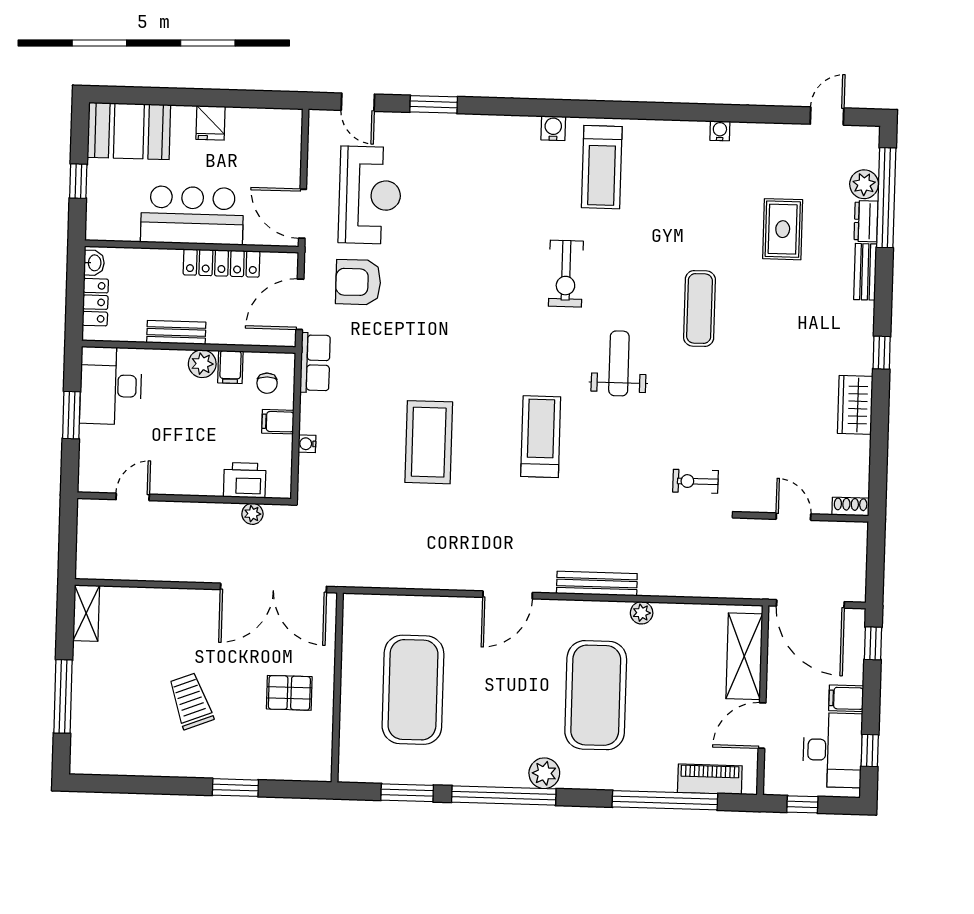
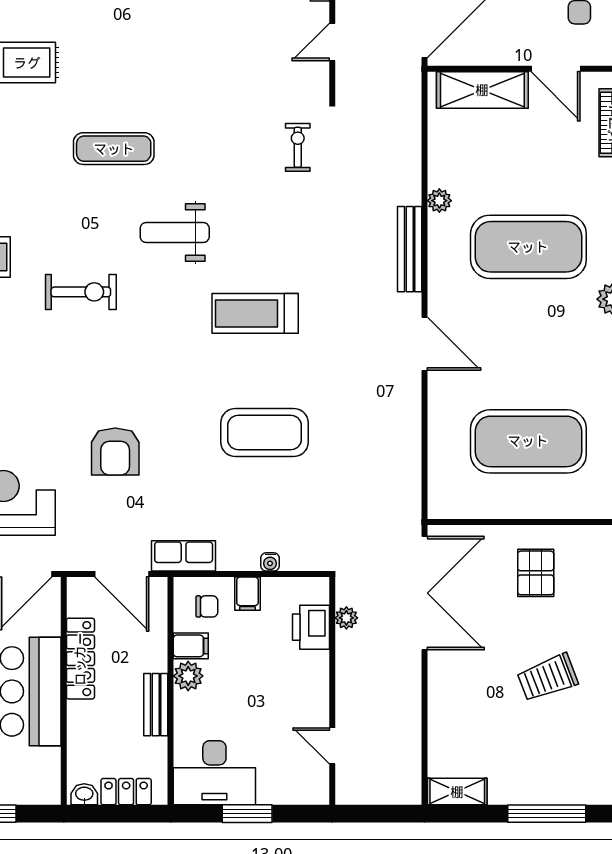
armchair: (358, 282) -> (115, 452), moved
exercise bike: (696, 481) -> (298, 147), turned 180

